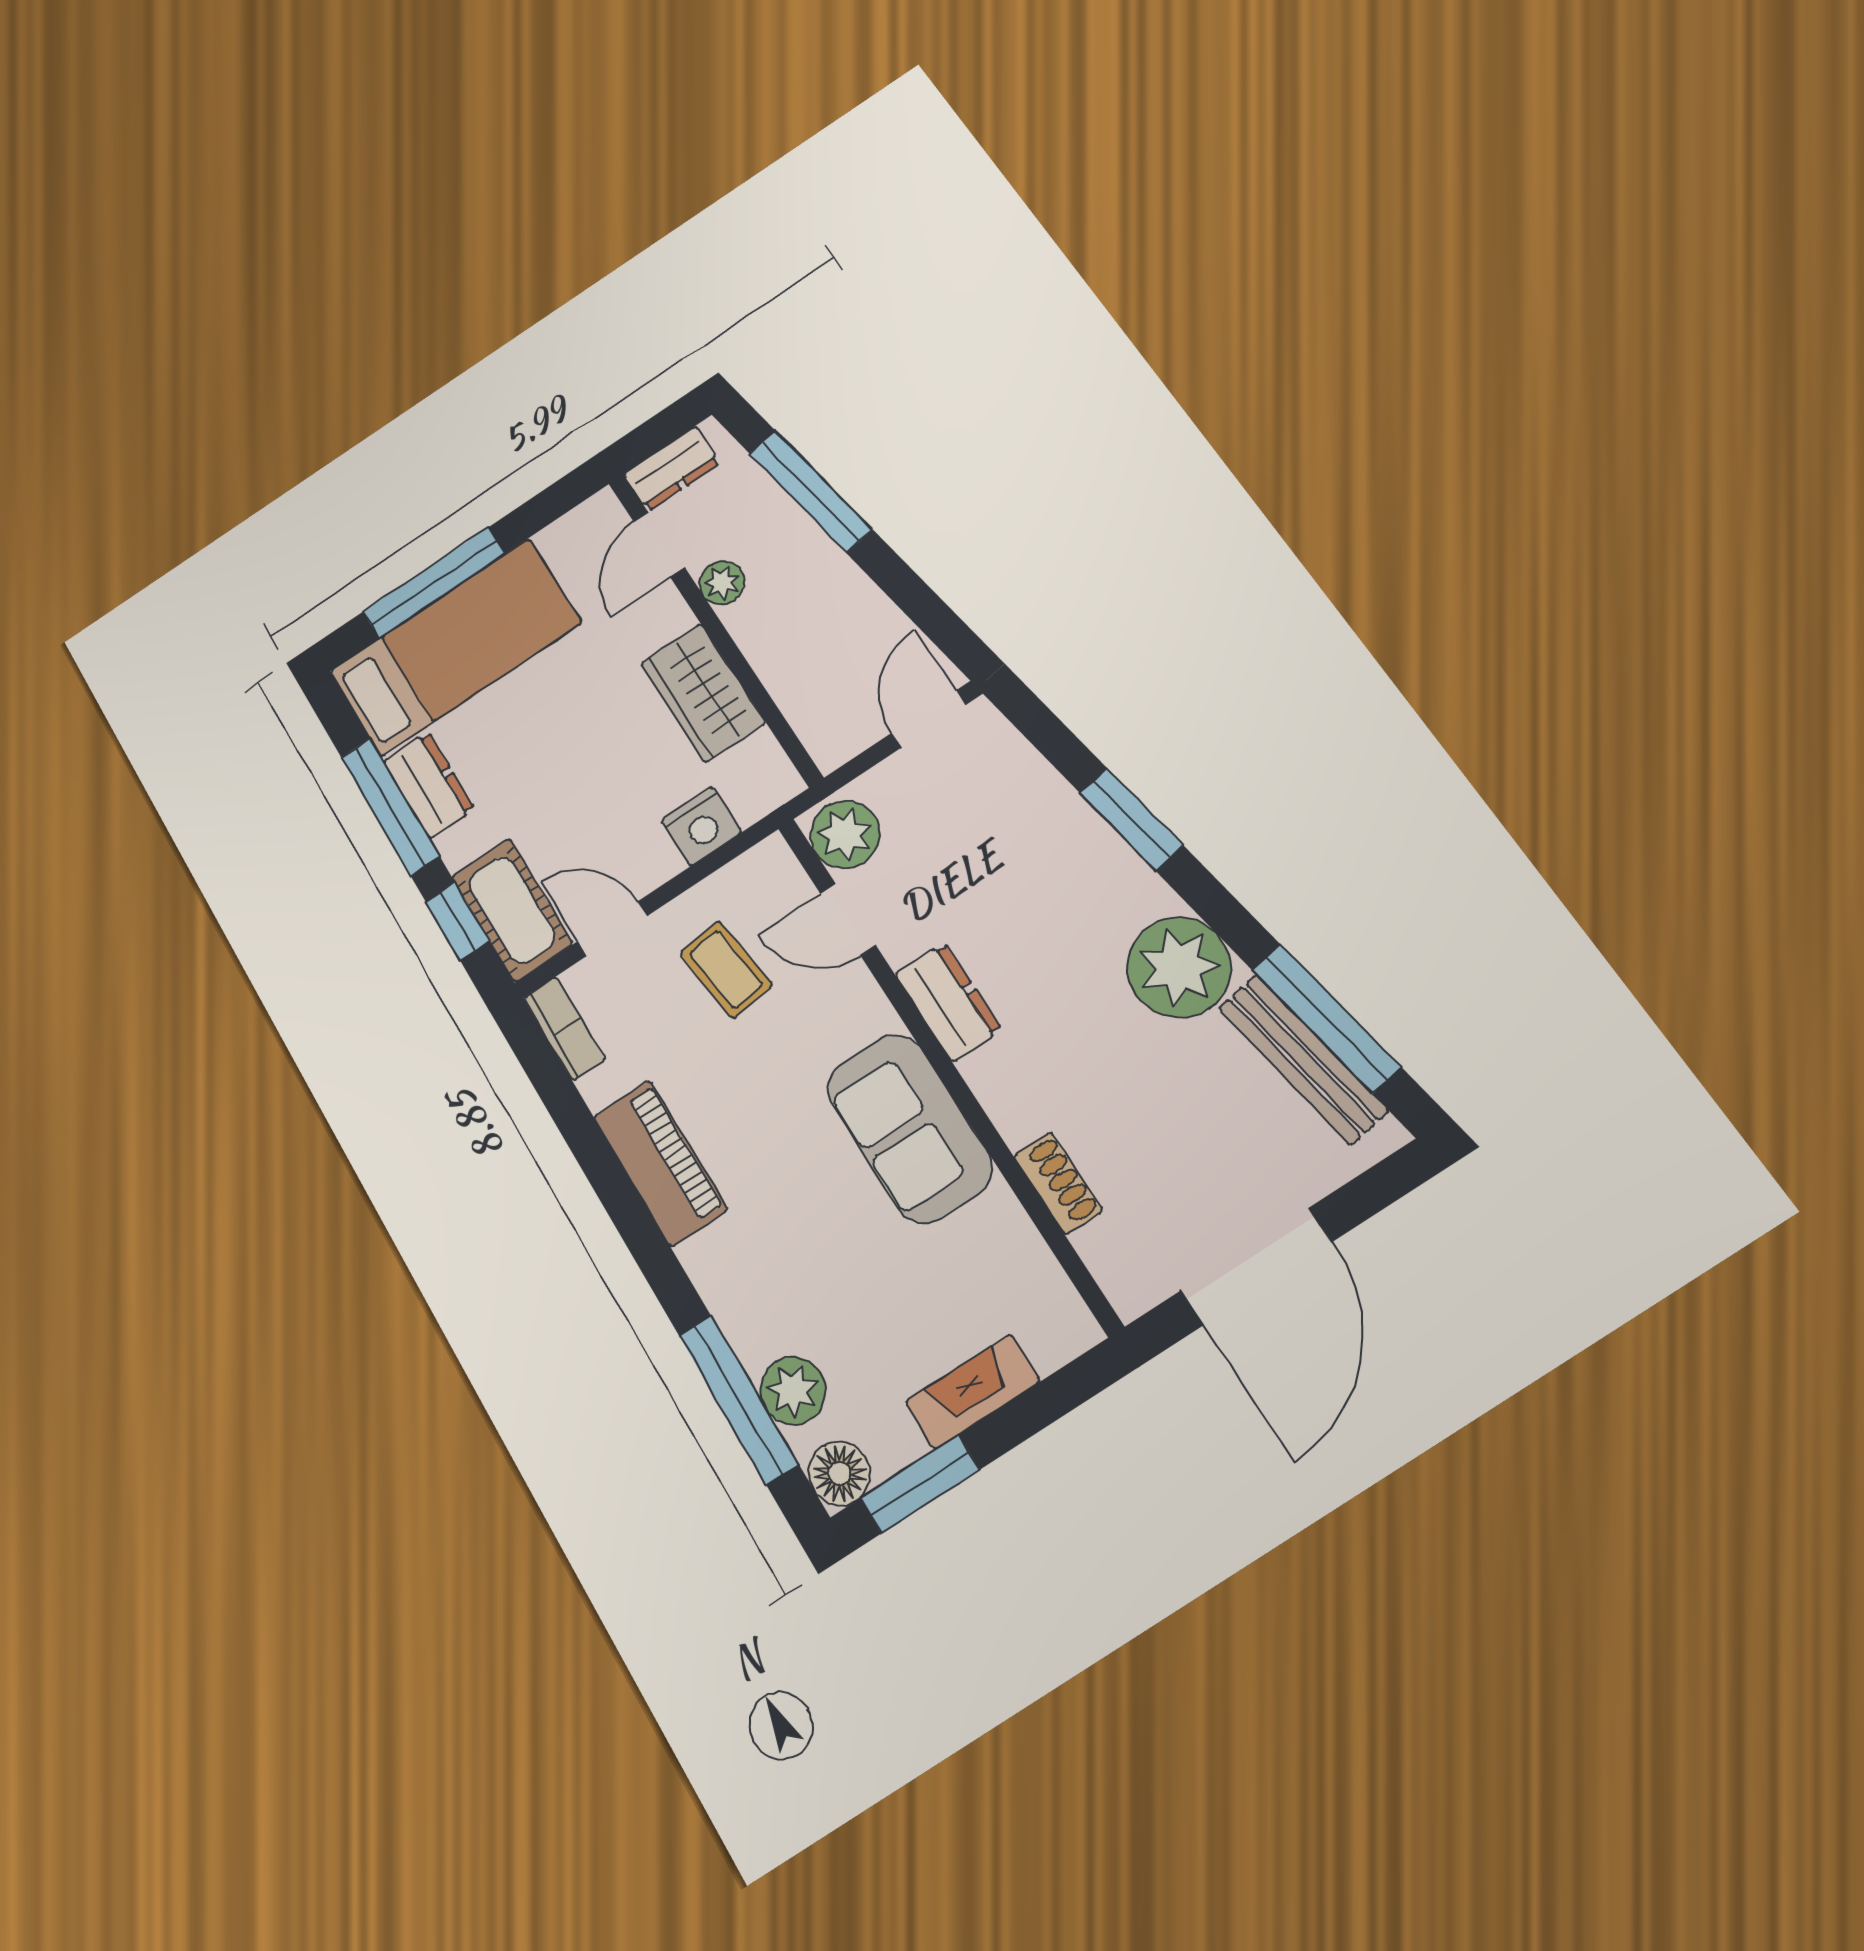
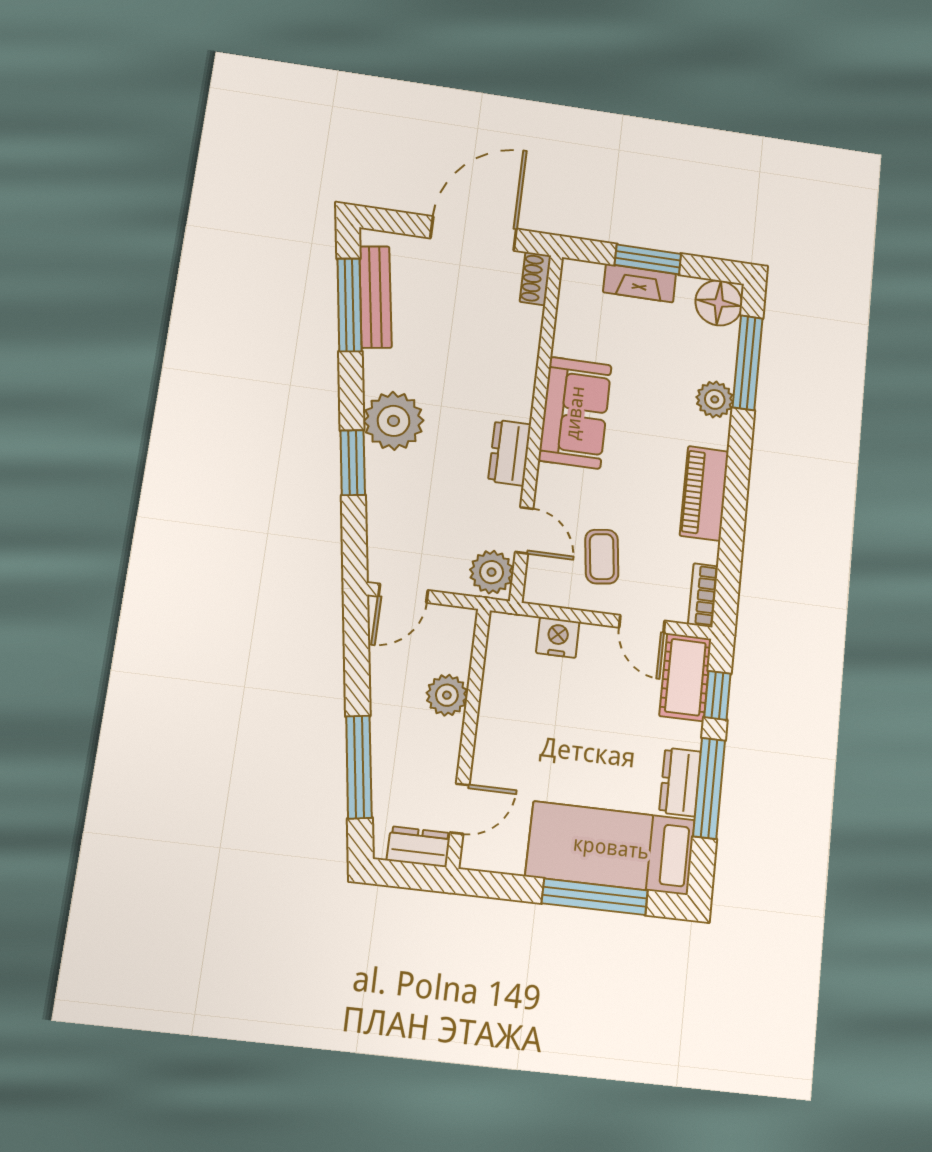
plant: (722, 583) -> (447, 695), moved, width x1.38, depth x1.38
wardrobe: (703, 693) -> (502, 706), removed
plant: (1179, 967) -> (394, 421), moved
shoe rack: (1058, 1183) -> (535, 279), moved
plant: (793, 1391) -> (715, 399), moved
floor lamp: (839, 1473) -> (719, 303), width x1.38, depth x1.38
window: (920, 1484) -> (648, 259), moved

